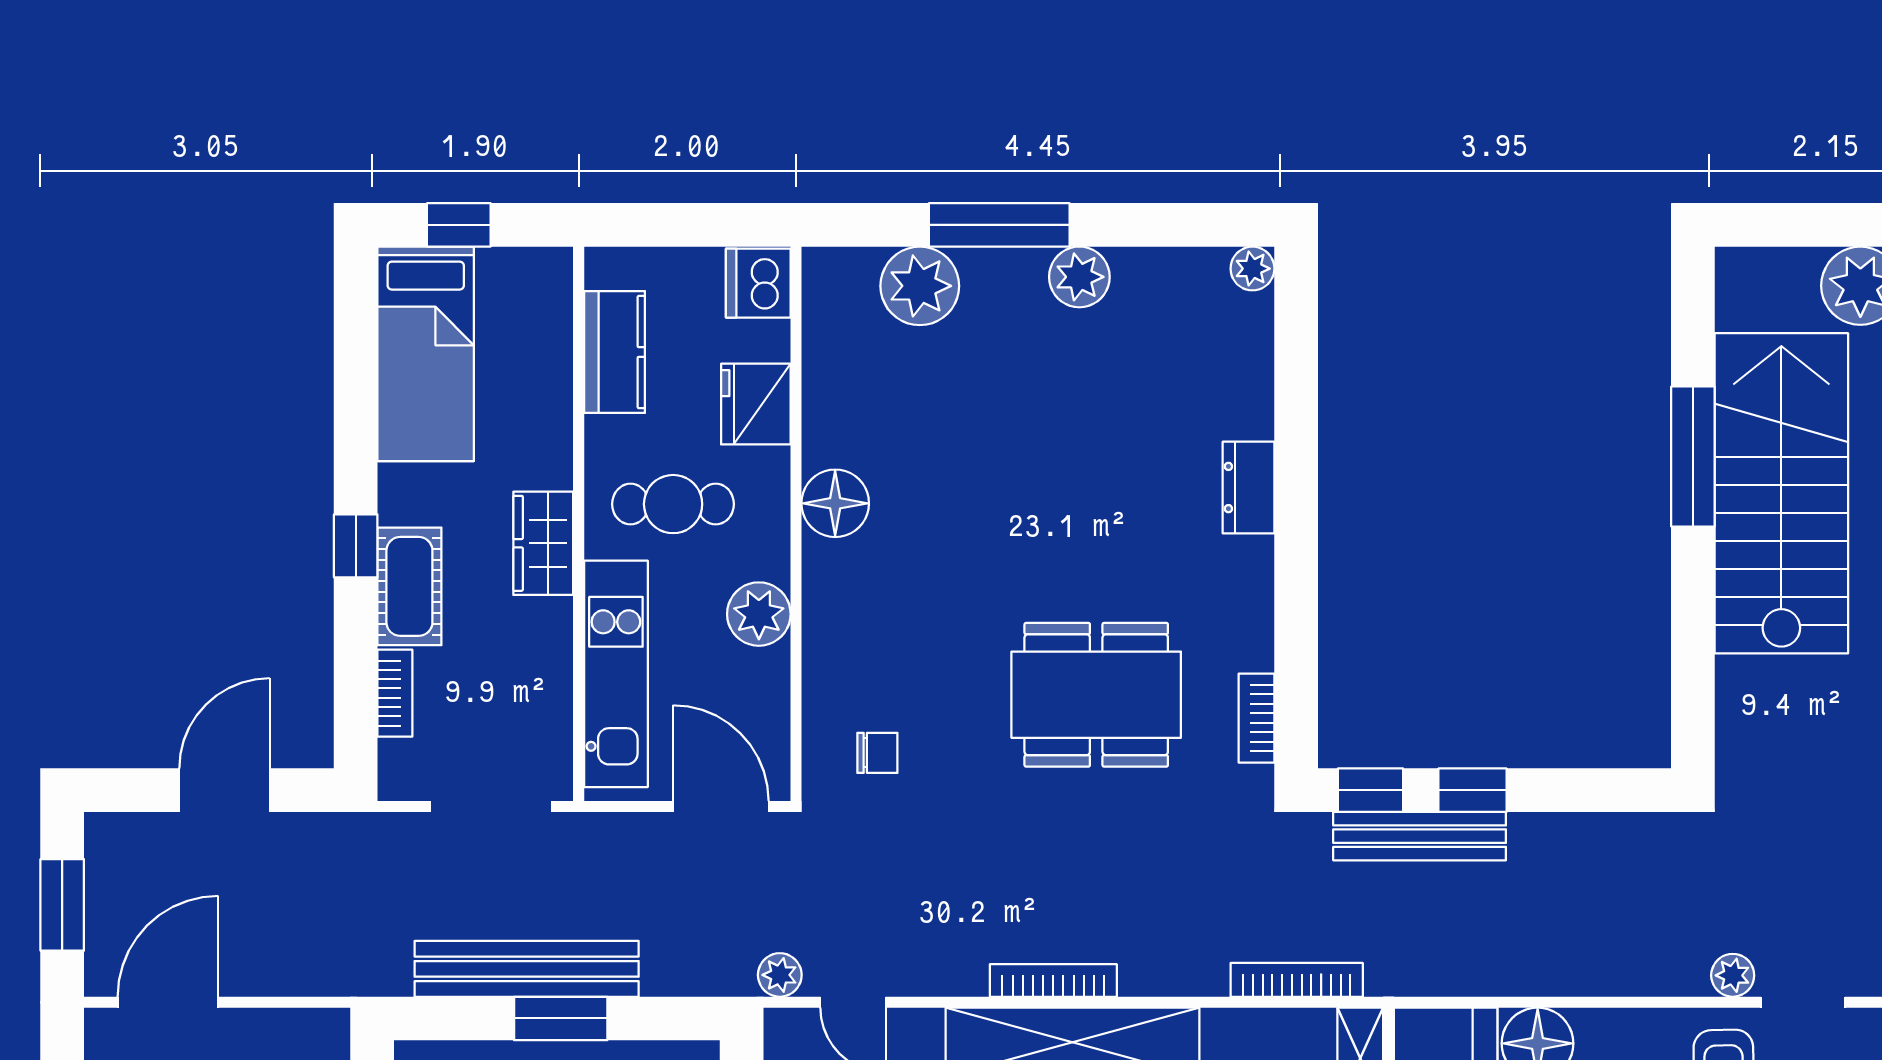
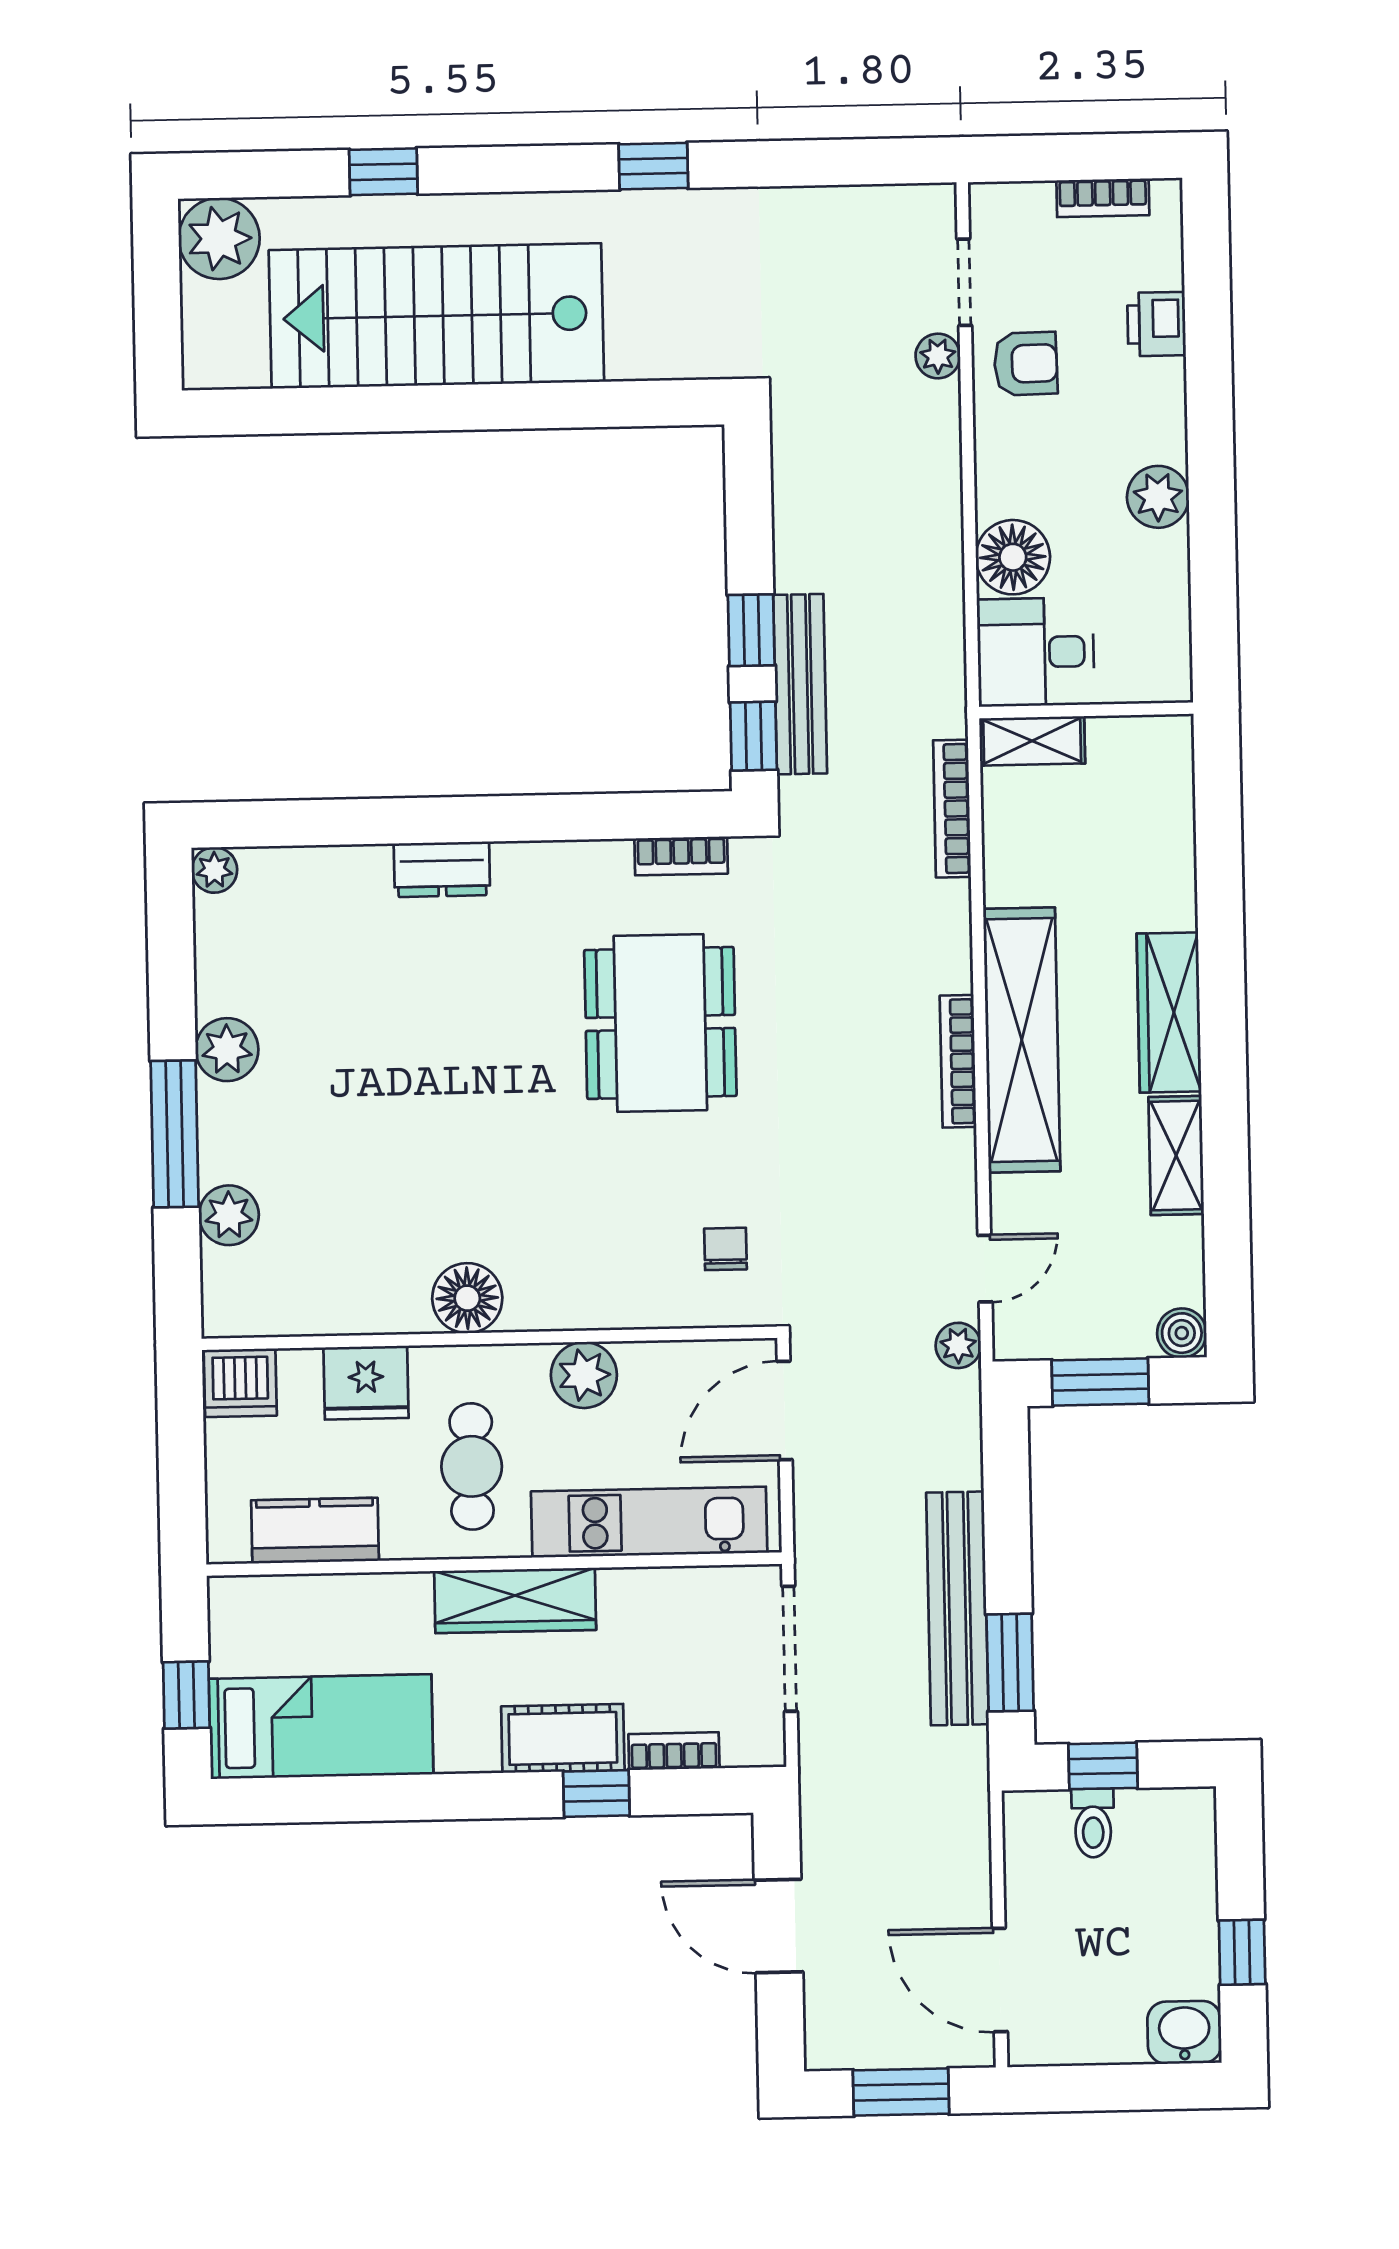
plant: (920, 286) -> (229, 1215), width x0.73, depth x0.73
window: (1693, 457) -> (400, 409), removed
wardrobe: (543, 543) -> (515, 1600), width x1.50
window: (356, 546) -> (596, 1793), moved
window: (561, 1018) -> (1010, 1663), moved

